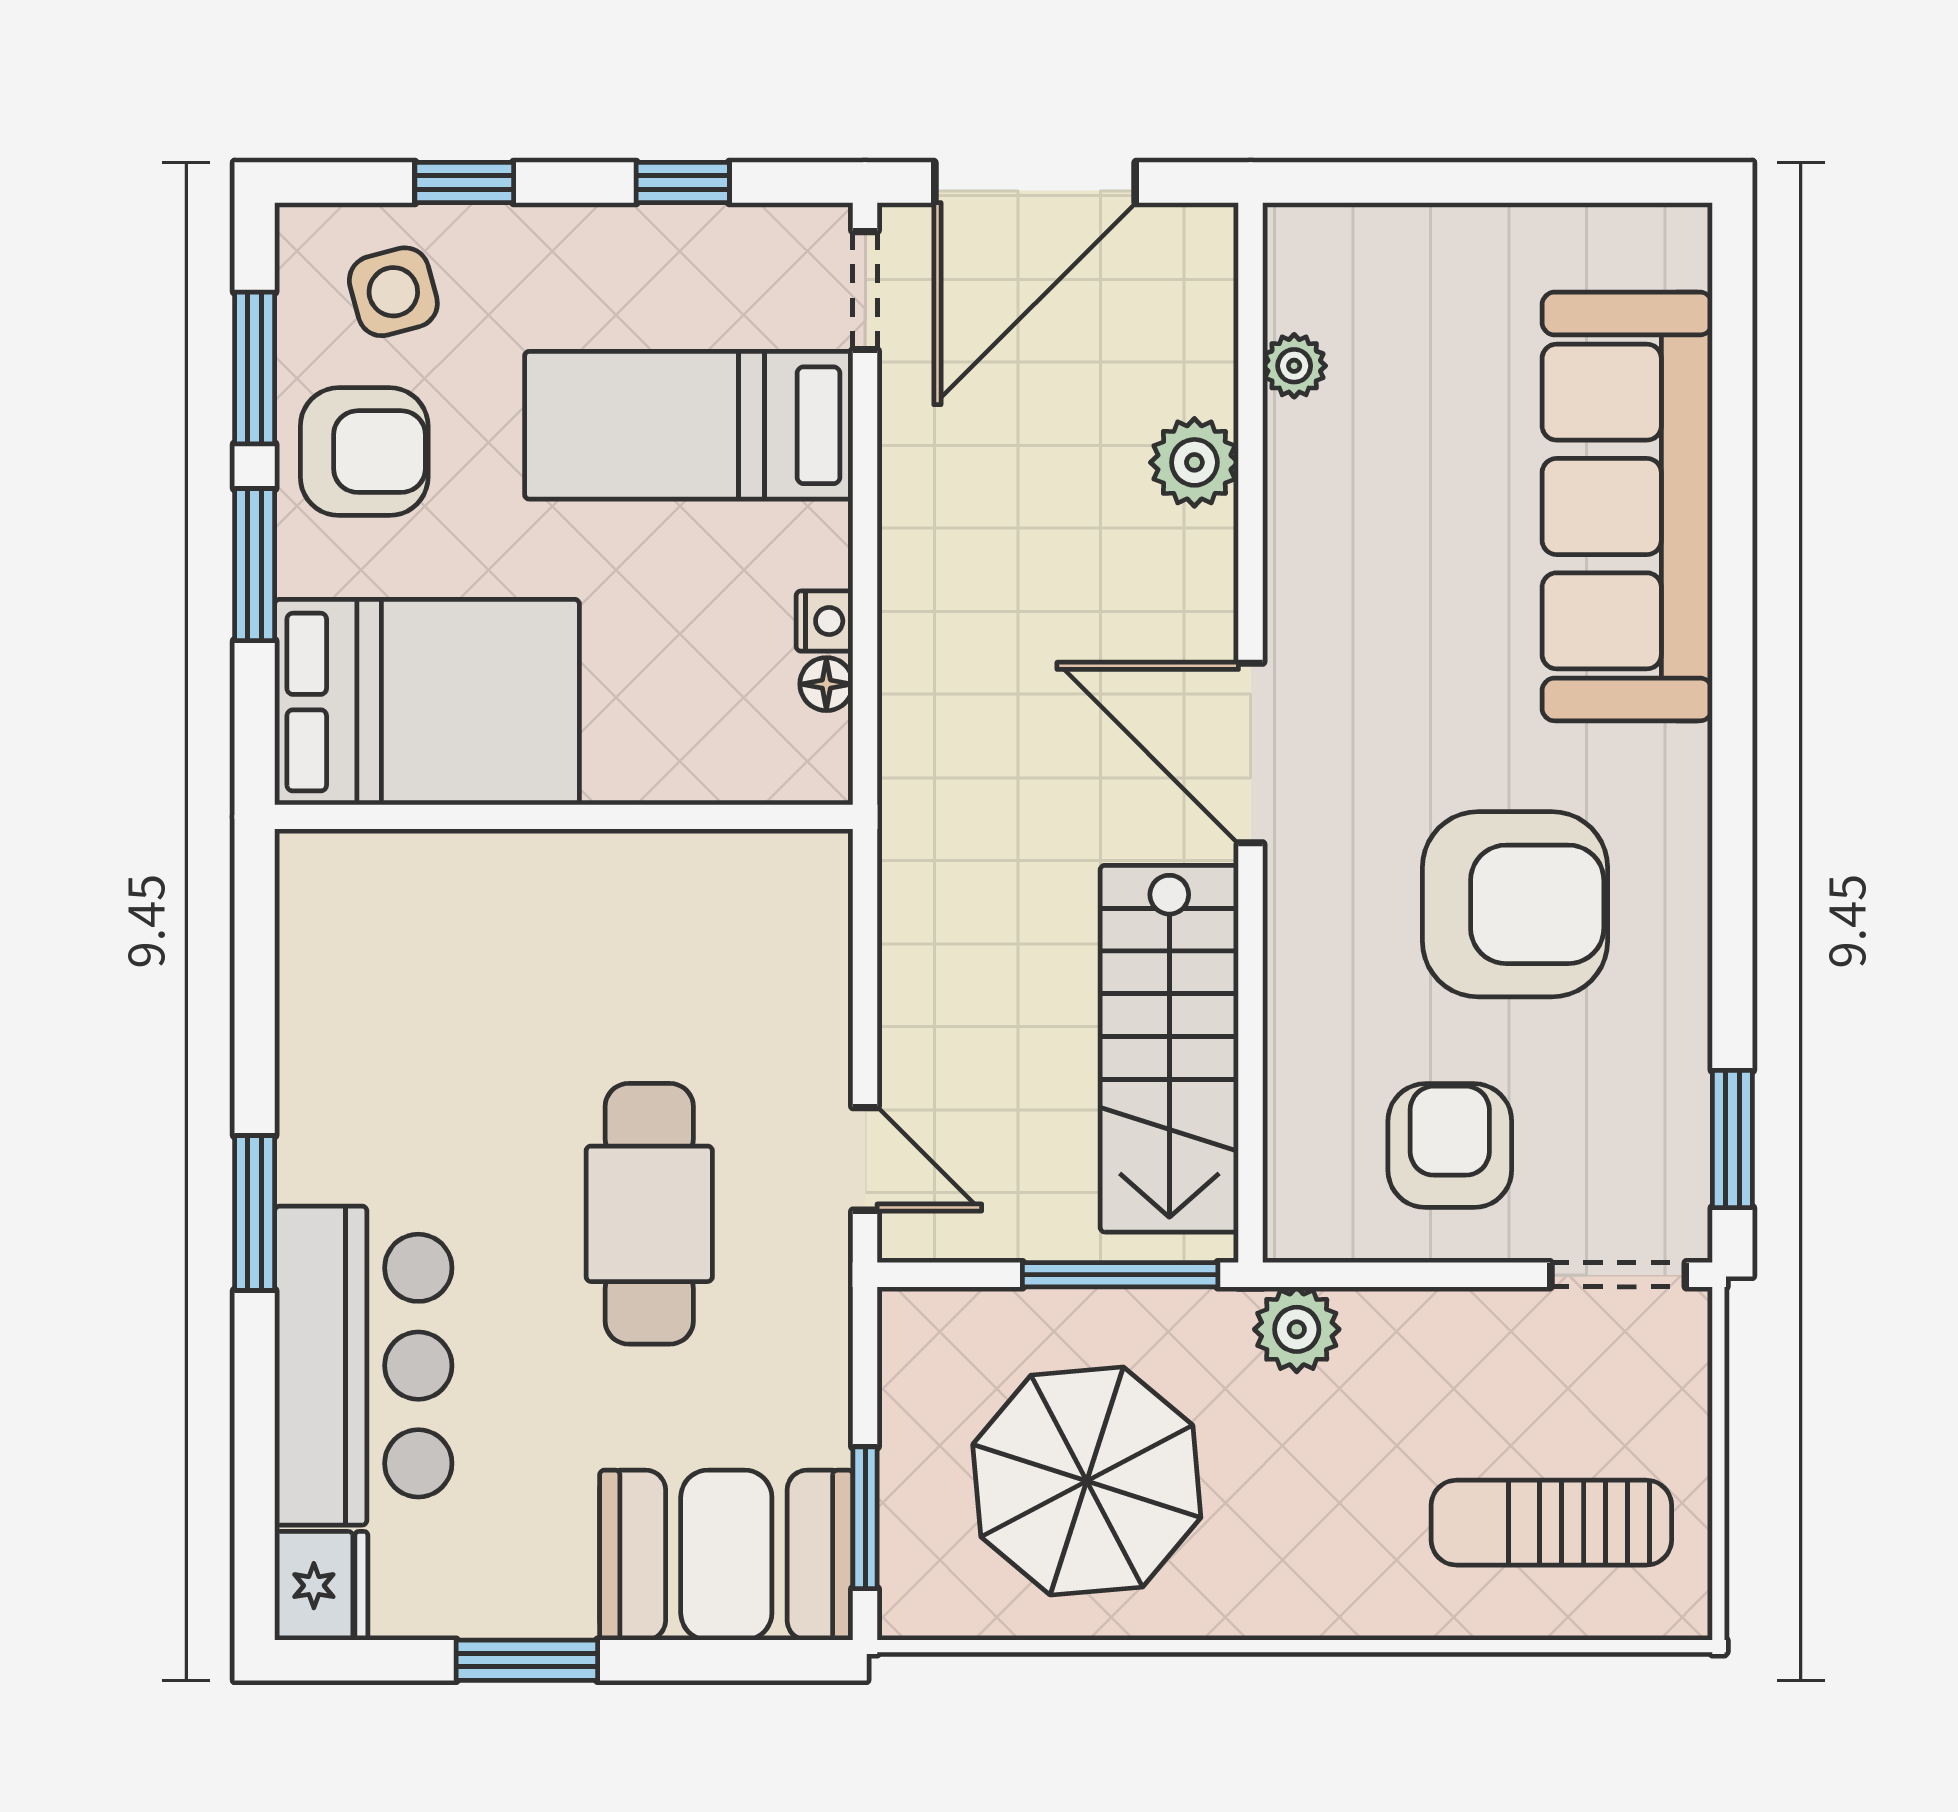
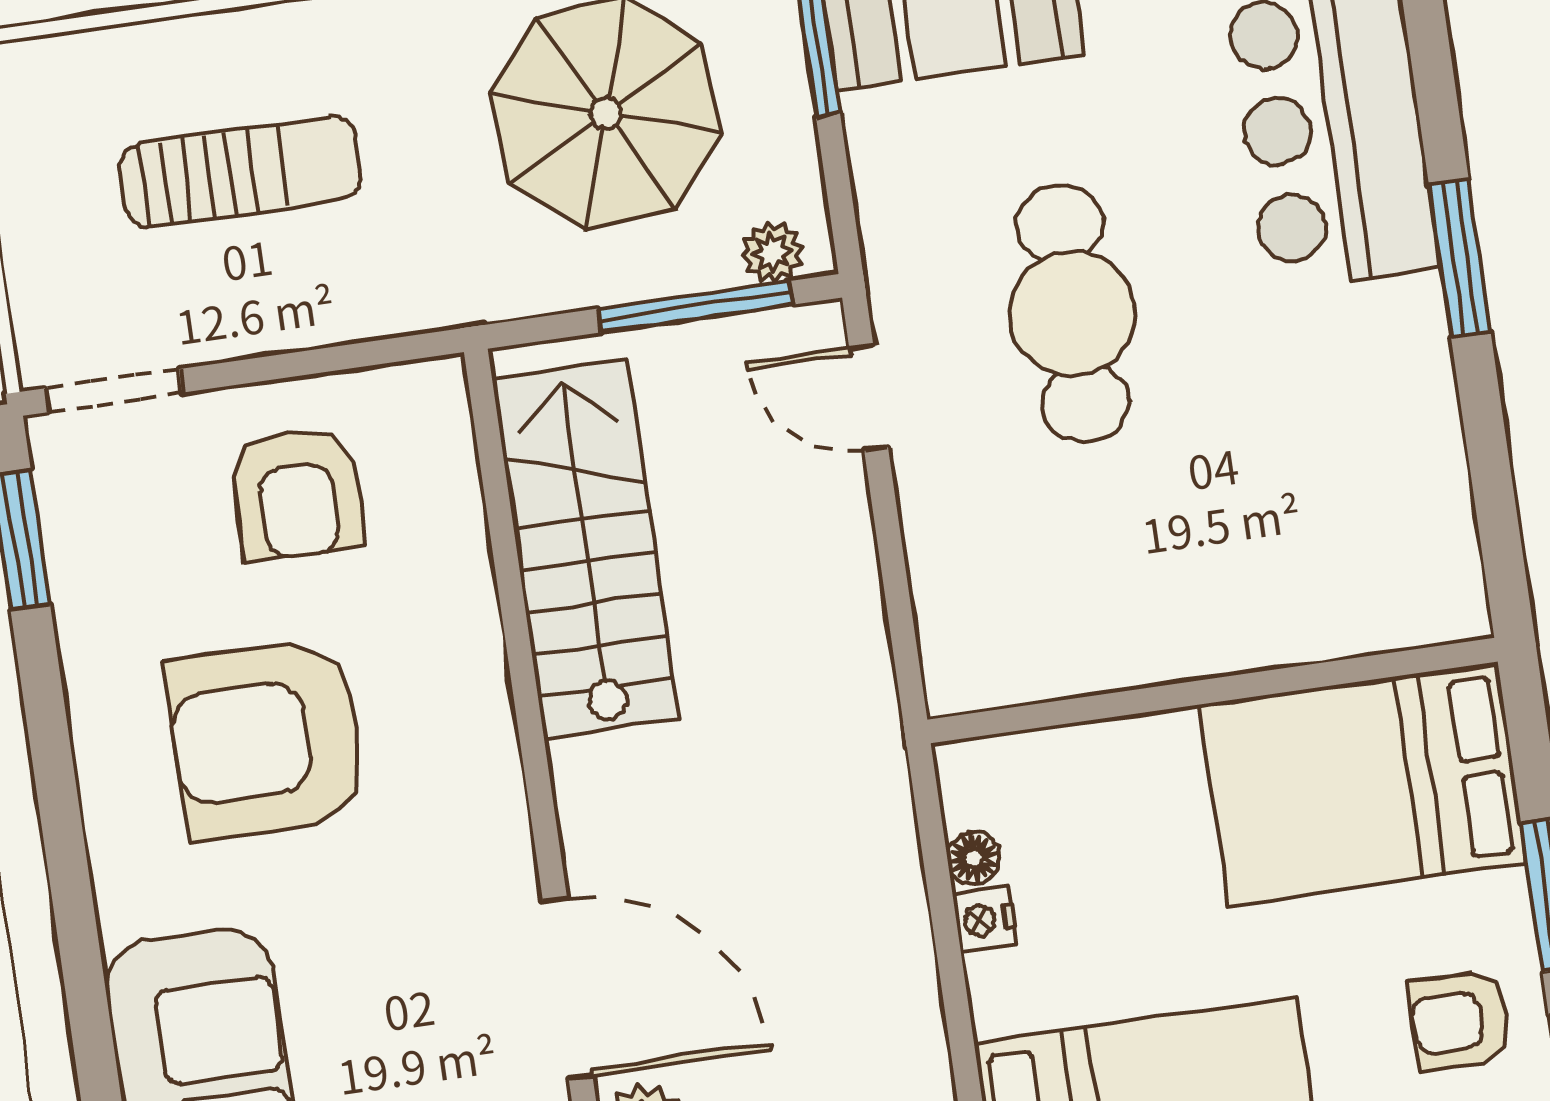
armchair: (364, 452) -> (1460, 1021), width x0.72, depth x0.72
door: (1251, 753) -> (568, 989), moved
window: (1120, 1275) -> (695, 307), moved
plant: (1297, 1329) -> (772, 253), moved, width x0.73, depth x0.73
sun lounger: (1551, 1523) -> (240, 172), moved

